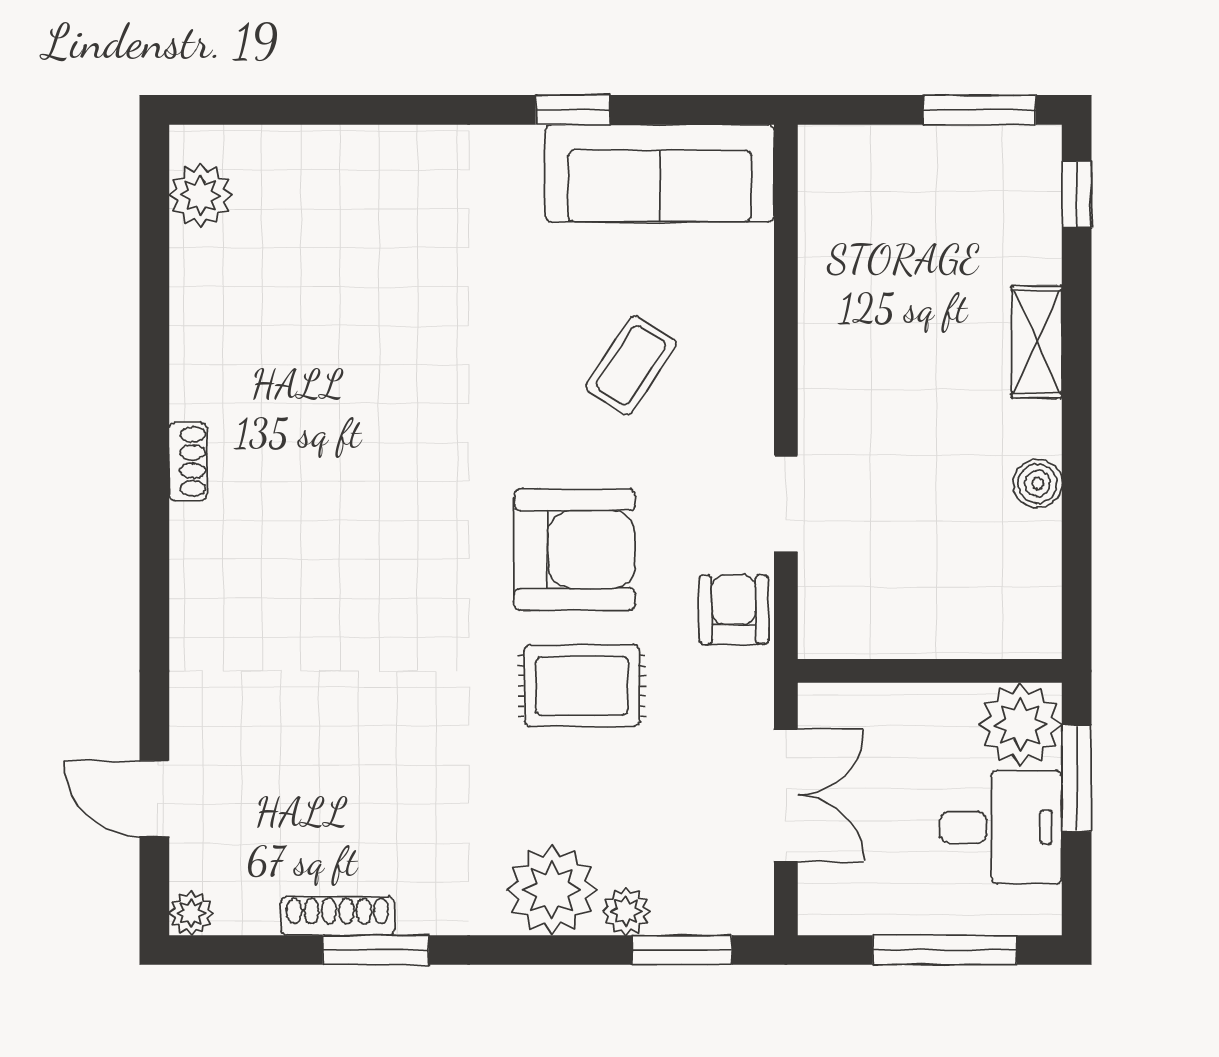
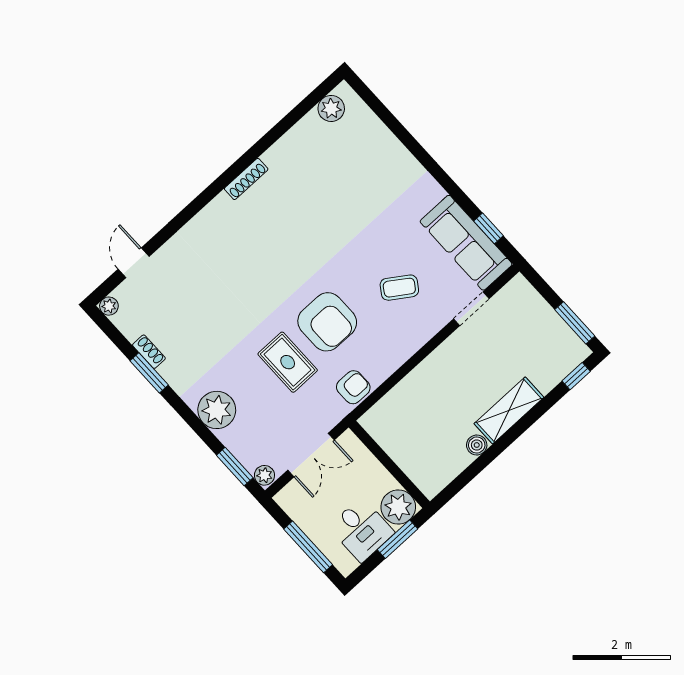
window: (573, 110) -> (488, 228), moved
shelving: (1037, 342) -> (509, 410), width x1.50, depth x1.33
shoe rack: (188, 462) -> (246, 179), width x1.43
doorway: (786, 504) -> (471, 309), moved
plant: (626, 911) -> (264, 475), moved
shoe rack: (338, 916) -> (149, 352), width x0.70

